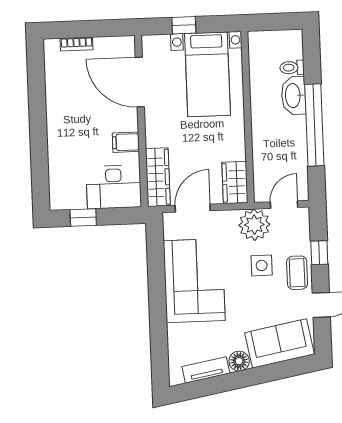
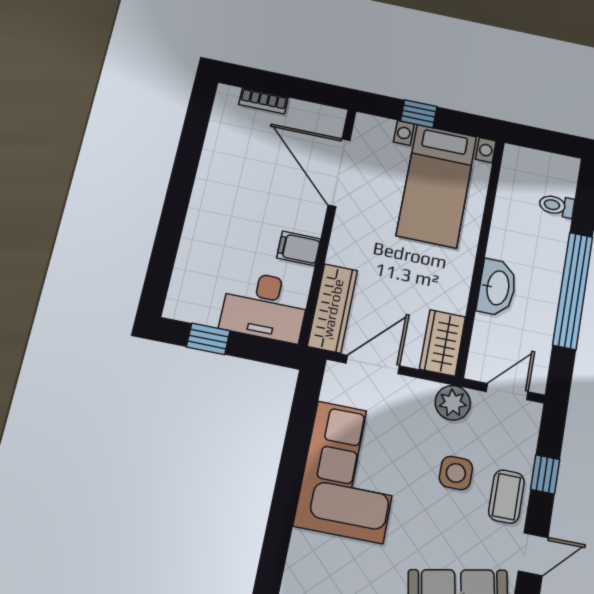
washbasin: (293, 96) -> (497, 288), moved, turned 180
plant: (254, 225) -> (453, 403), width x0.73, depth x0.73

